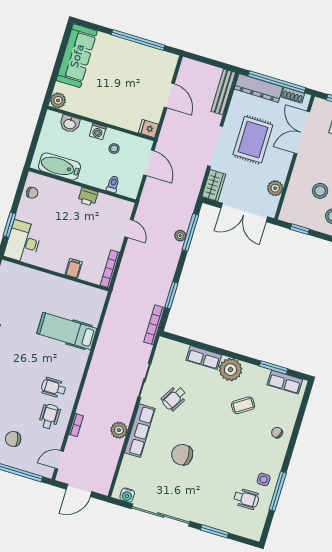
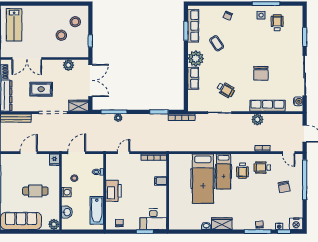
cafe table: (113, 88) -> (35, 191), added
rug: (253, 140) -> (41, 89), width x0.73, depth x0.70
printer: (88, 197) -> (113, 191), width x1.87, depth x1.48
hospital bed: (67, 331) -> (203, 179), width x1.37, depth x1.29
hospital bed: (60, 361) -> (224, 171), added
row of seats: (285, 382) -> (193, 26), width x1.48
row of seats: (140, 431) -> (267, 106), moved

